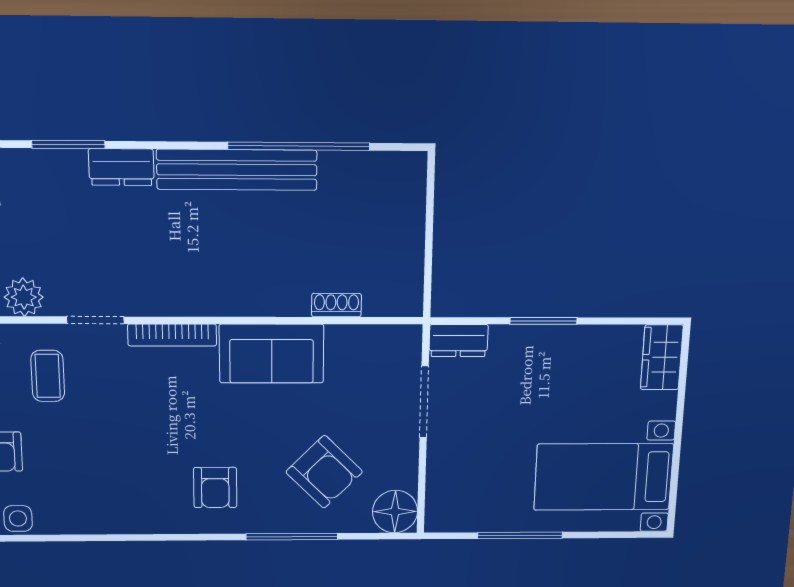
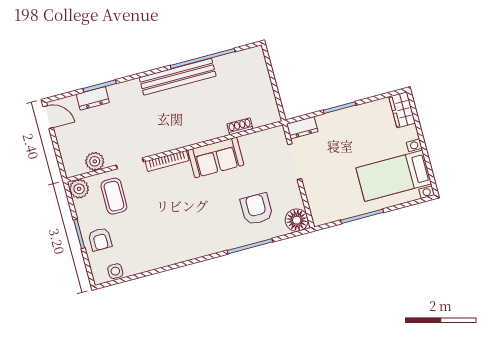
dresser: (121, 167) -> (93, 98), moved
coffee table: (48, 376) -> (114, 196), width x1.36, depth x1.30
armchair: (324, 472) -> (257, 209), turned -135
armchair: (215, 487) -> (206, 231), removed

